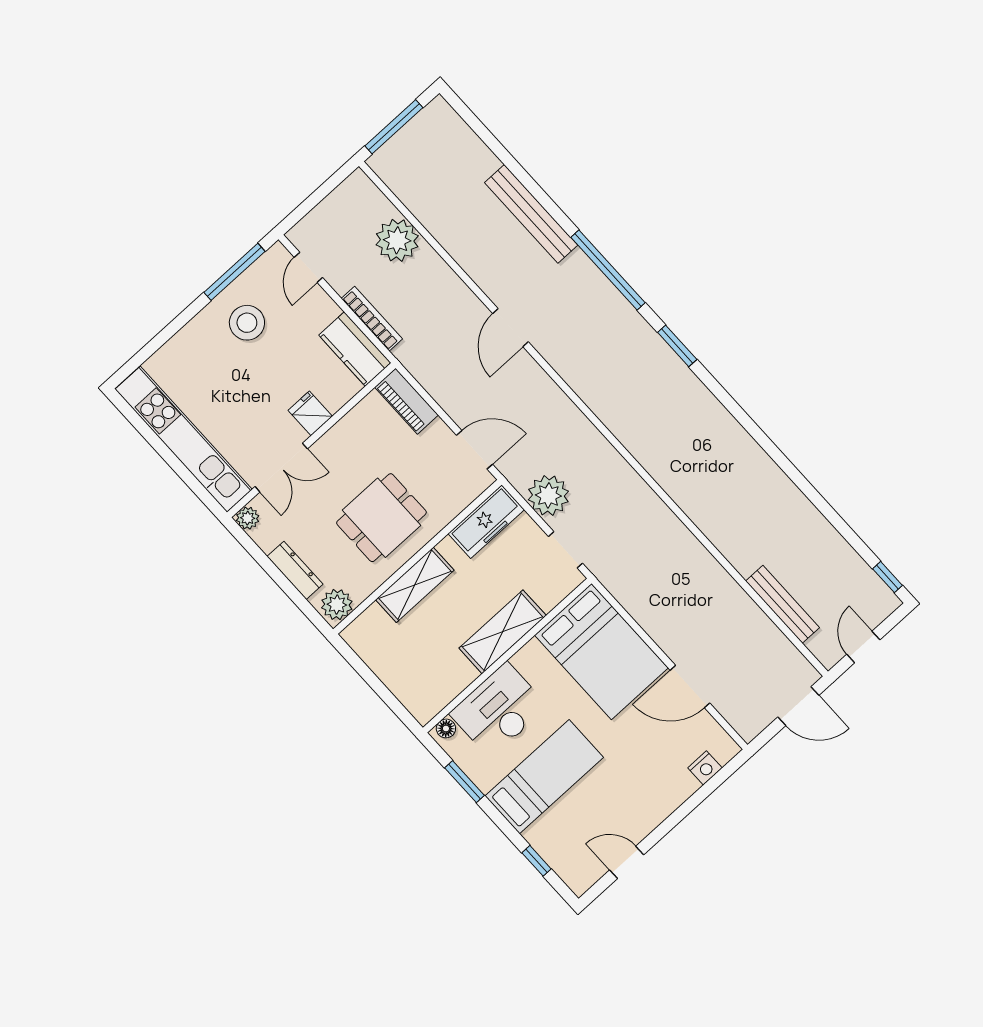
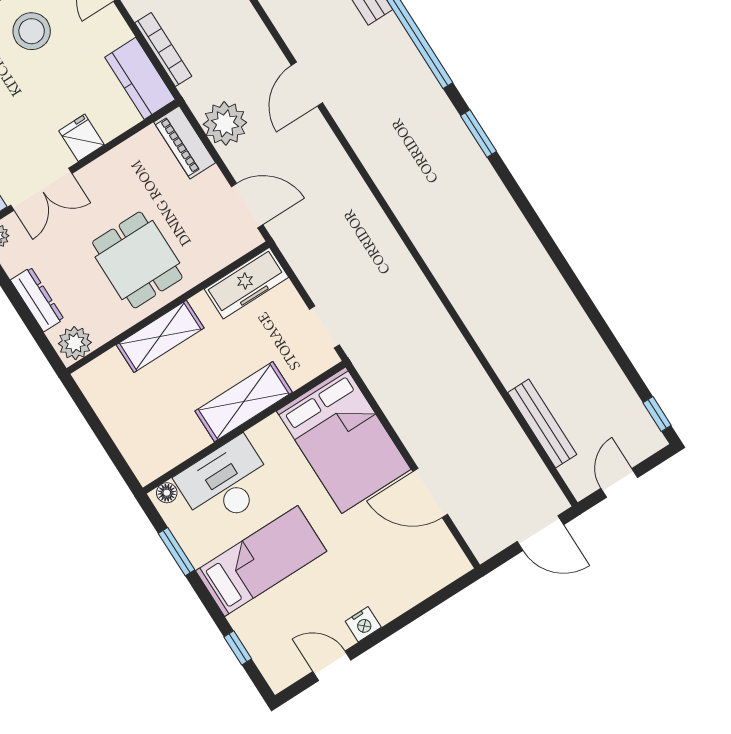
plant: (548, 495) -> (225, 123), moved
dining table: (381, 518) -> (137, 260), turned 90
nightstand: (705, 768) -> (363, 624), moved

